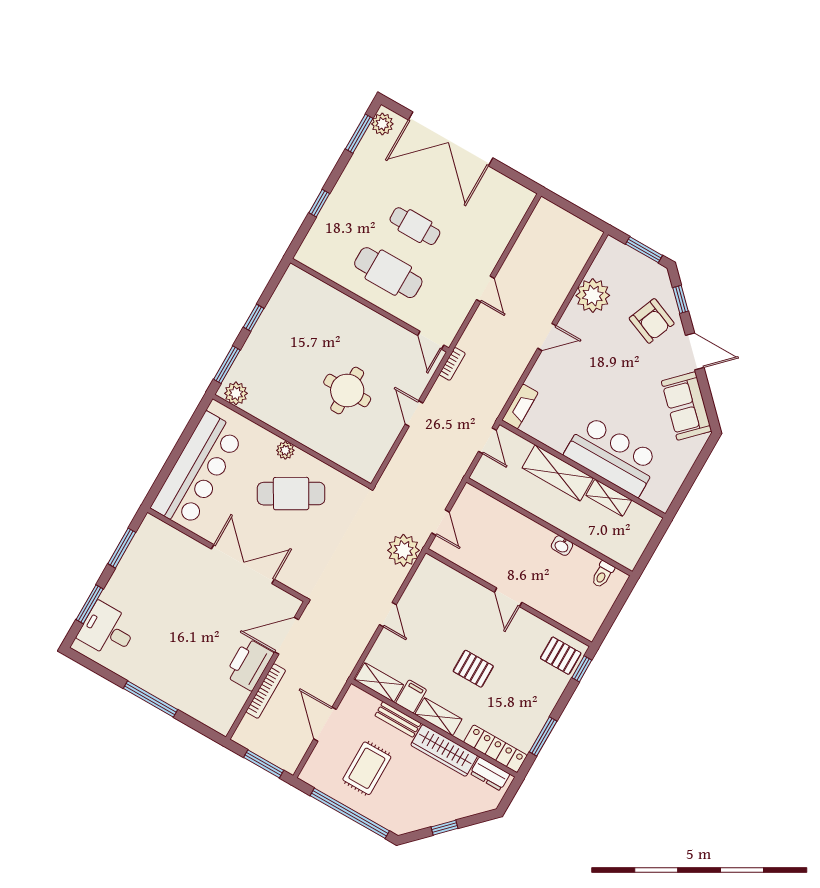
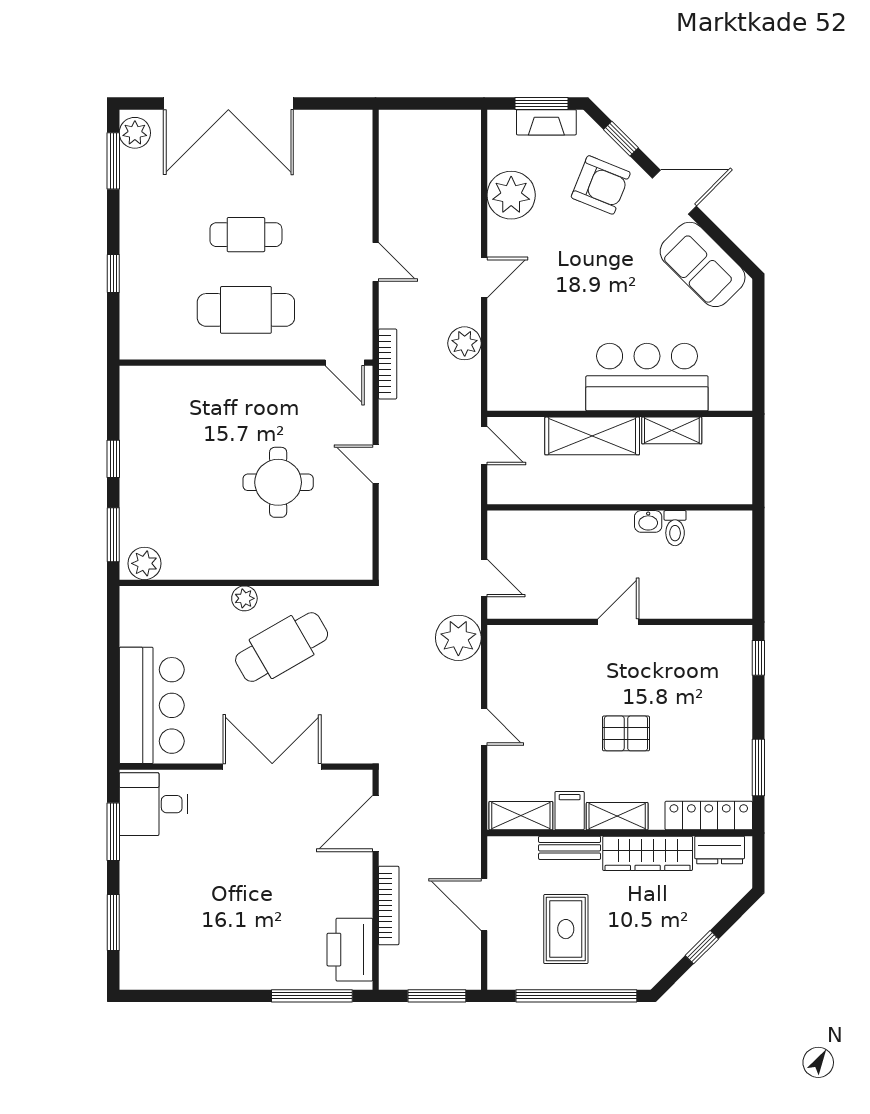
bookcase: (452, 364) -> (388, 364), width x1.56
plant: (512, 371) -> (465, 343), added
fireplace: (520, 406) -> (546, 122), moved, turned 90
bar counter: (198, 470) -> (152, 705), width x0.73
toilet: (603, 574) -> (675, 528), moved
door: (508, 597) -> (618, 622), swing flipped
desk: (107, 630) -> (153, 804), moved
pallet: (561, 656) -> (723, 656), removed
printer: (249, 664) -> (350, 950), moved
window: (150, 699) -> (312, 996), moved

